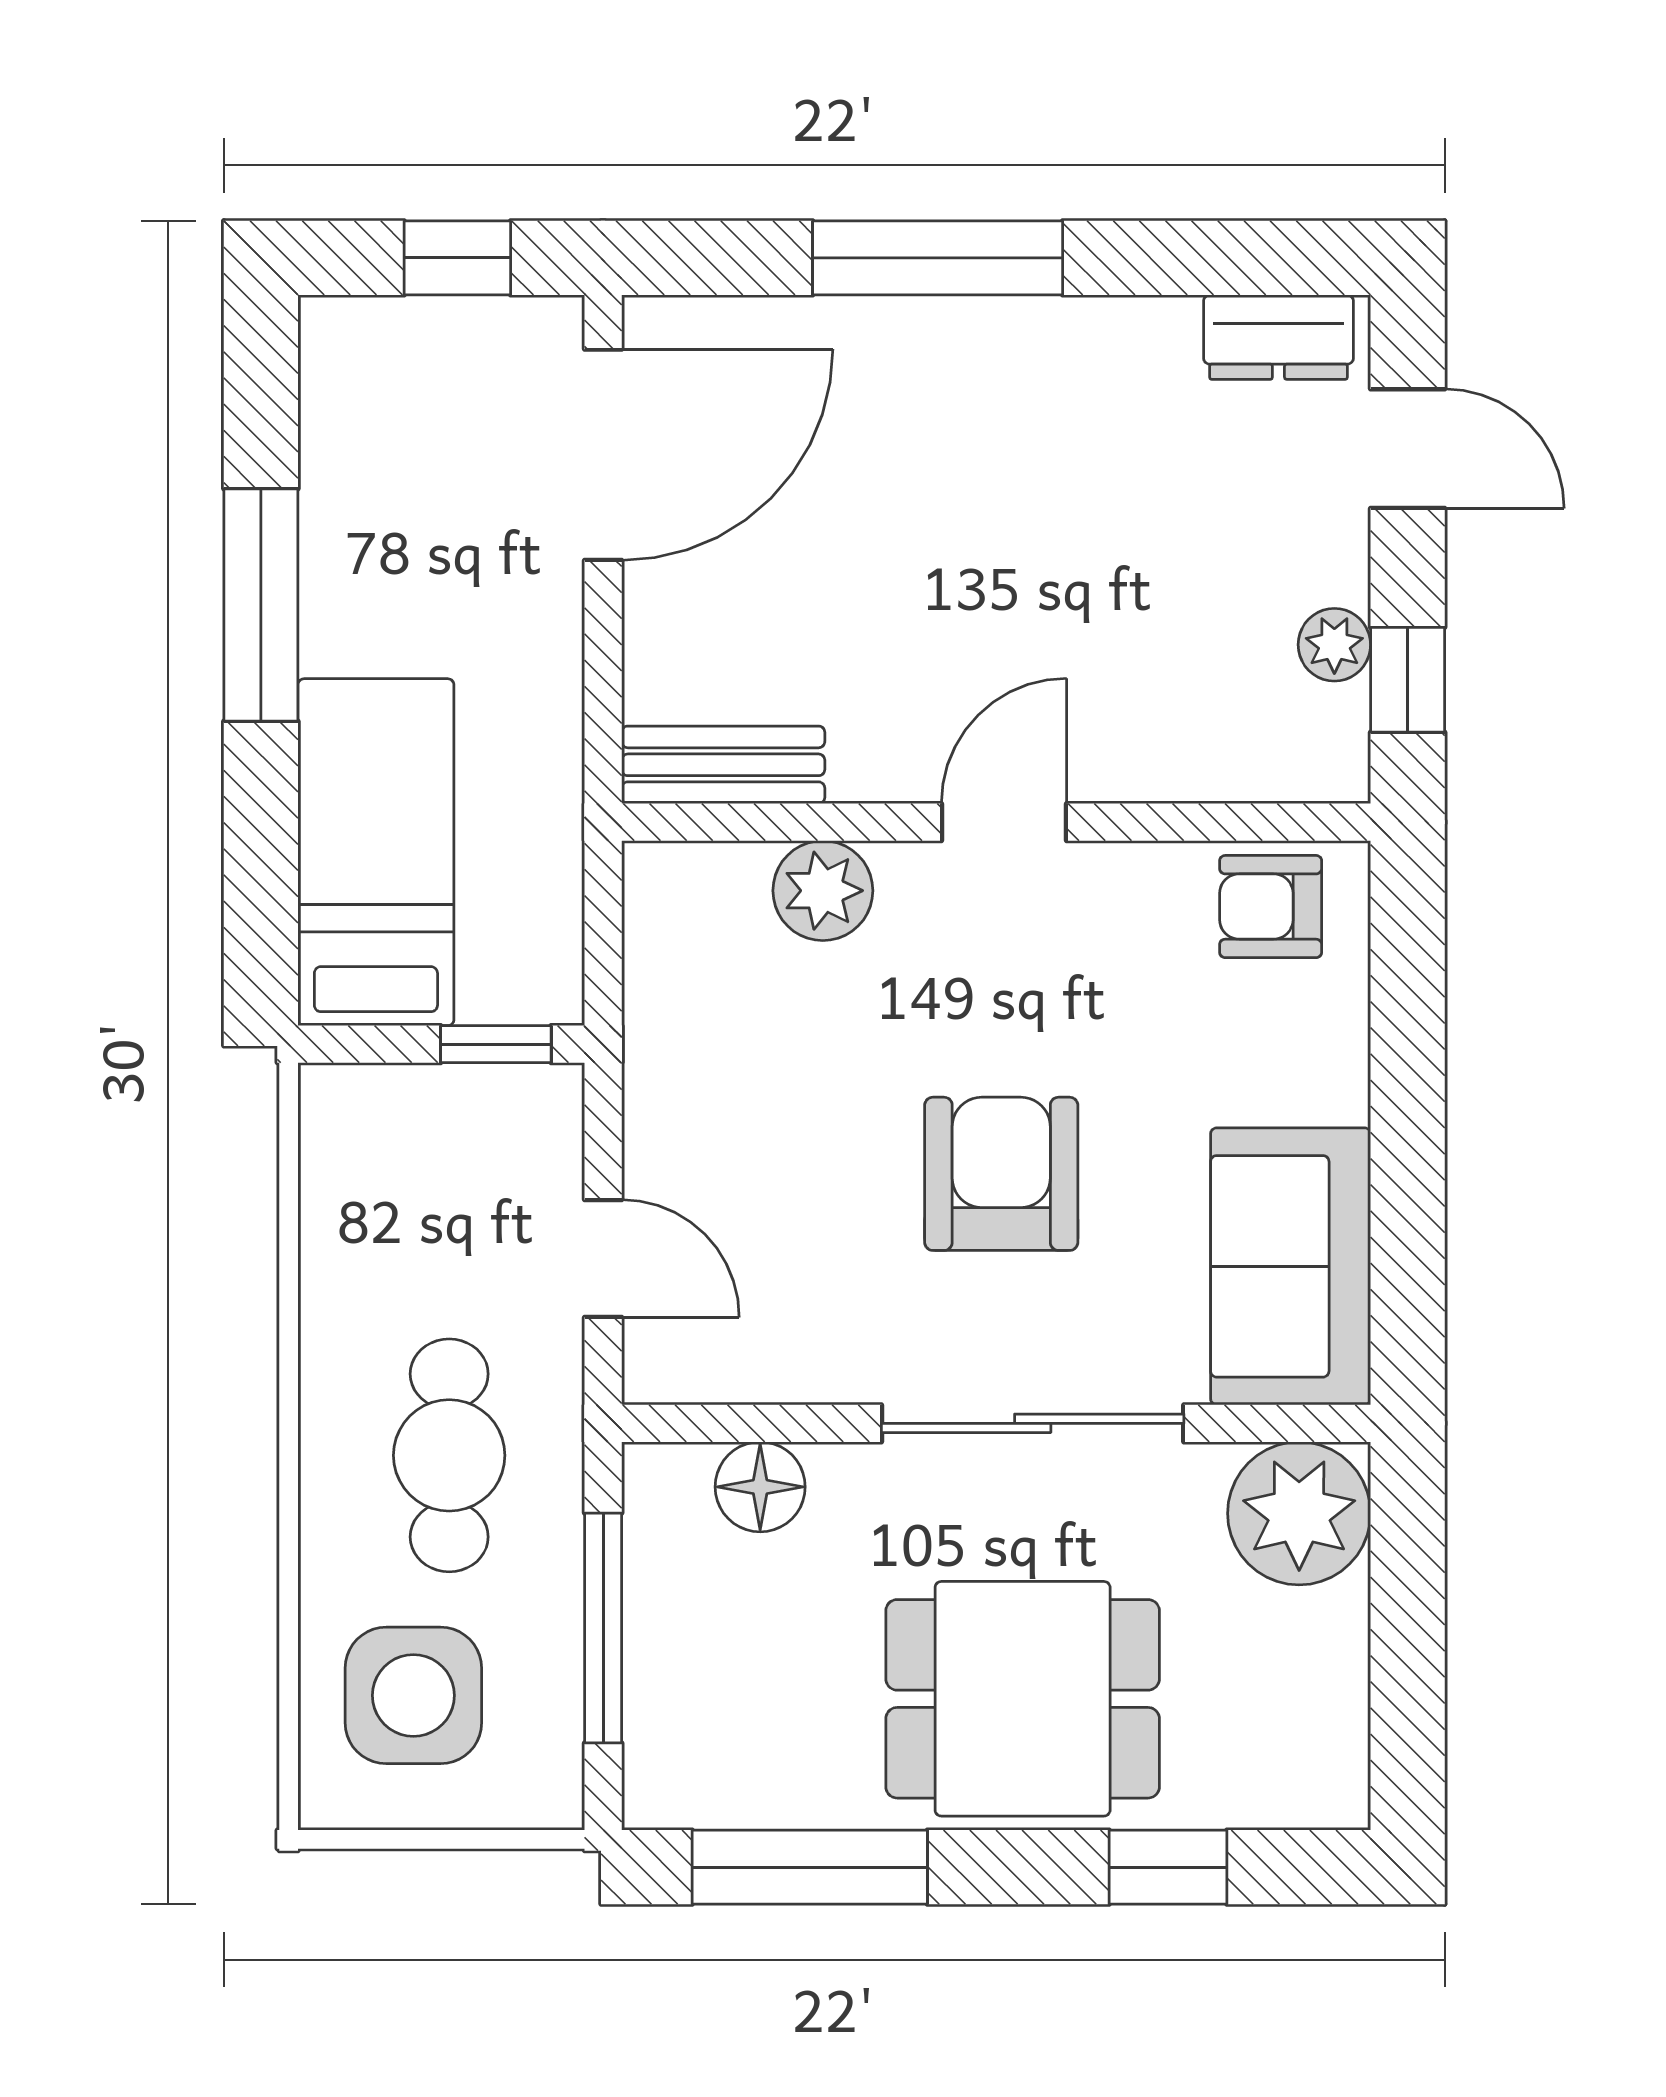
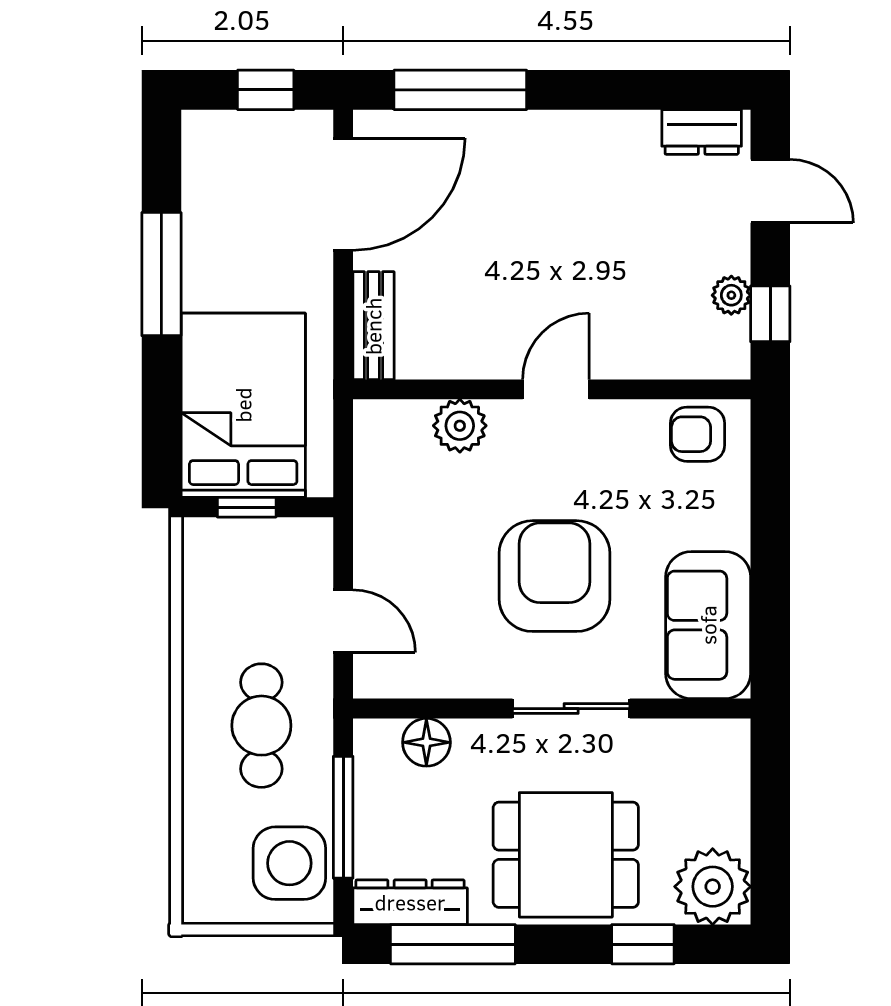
window: (938, 258) -> (460, 90), moved
bench: (723, 765) -> (373, 326), moved, turned 90
bed: (376, 852) -> (243, 405), width x1.50
window: (496, 1044) -> (247, 507), moved
armchair: (1001, 1174) -> (554, 576), width x1.36, depth x1.36
sliding door: (1033, 1423) -> (571, 709), width x0.73
plant: (1299, 1513) -> (713, 887), moved
side table: (413, 1695) -> (289, 863), moved
dresser: (729, 1788) -> (410, 902), added

